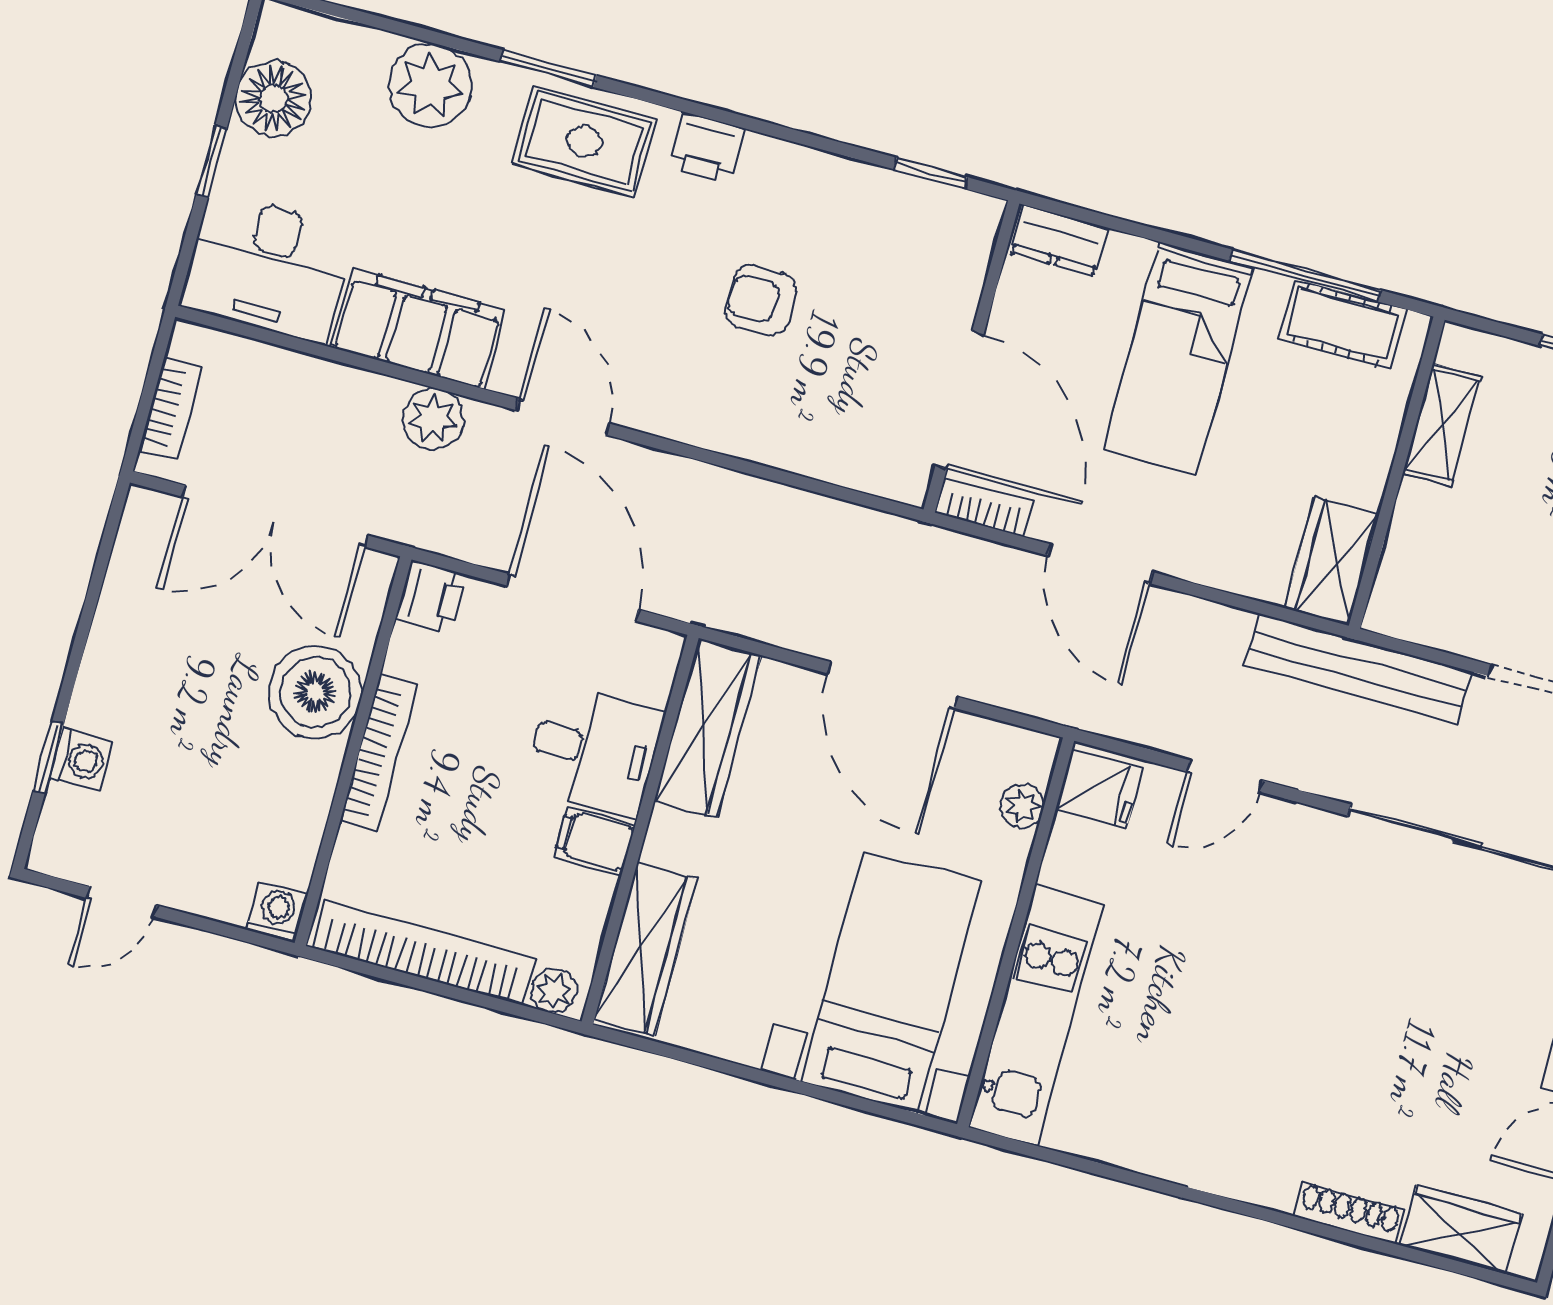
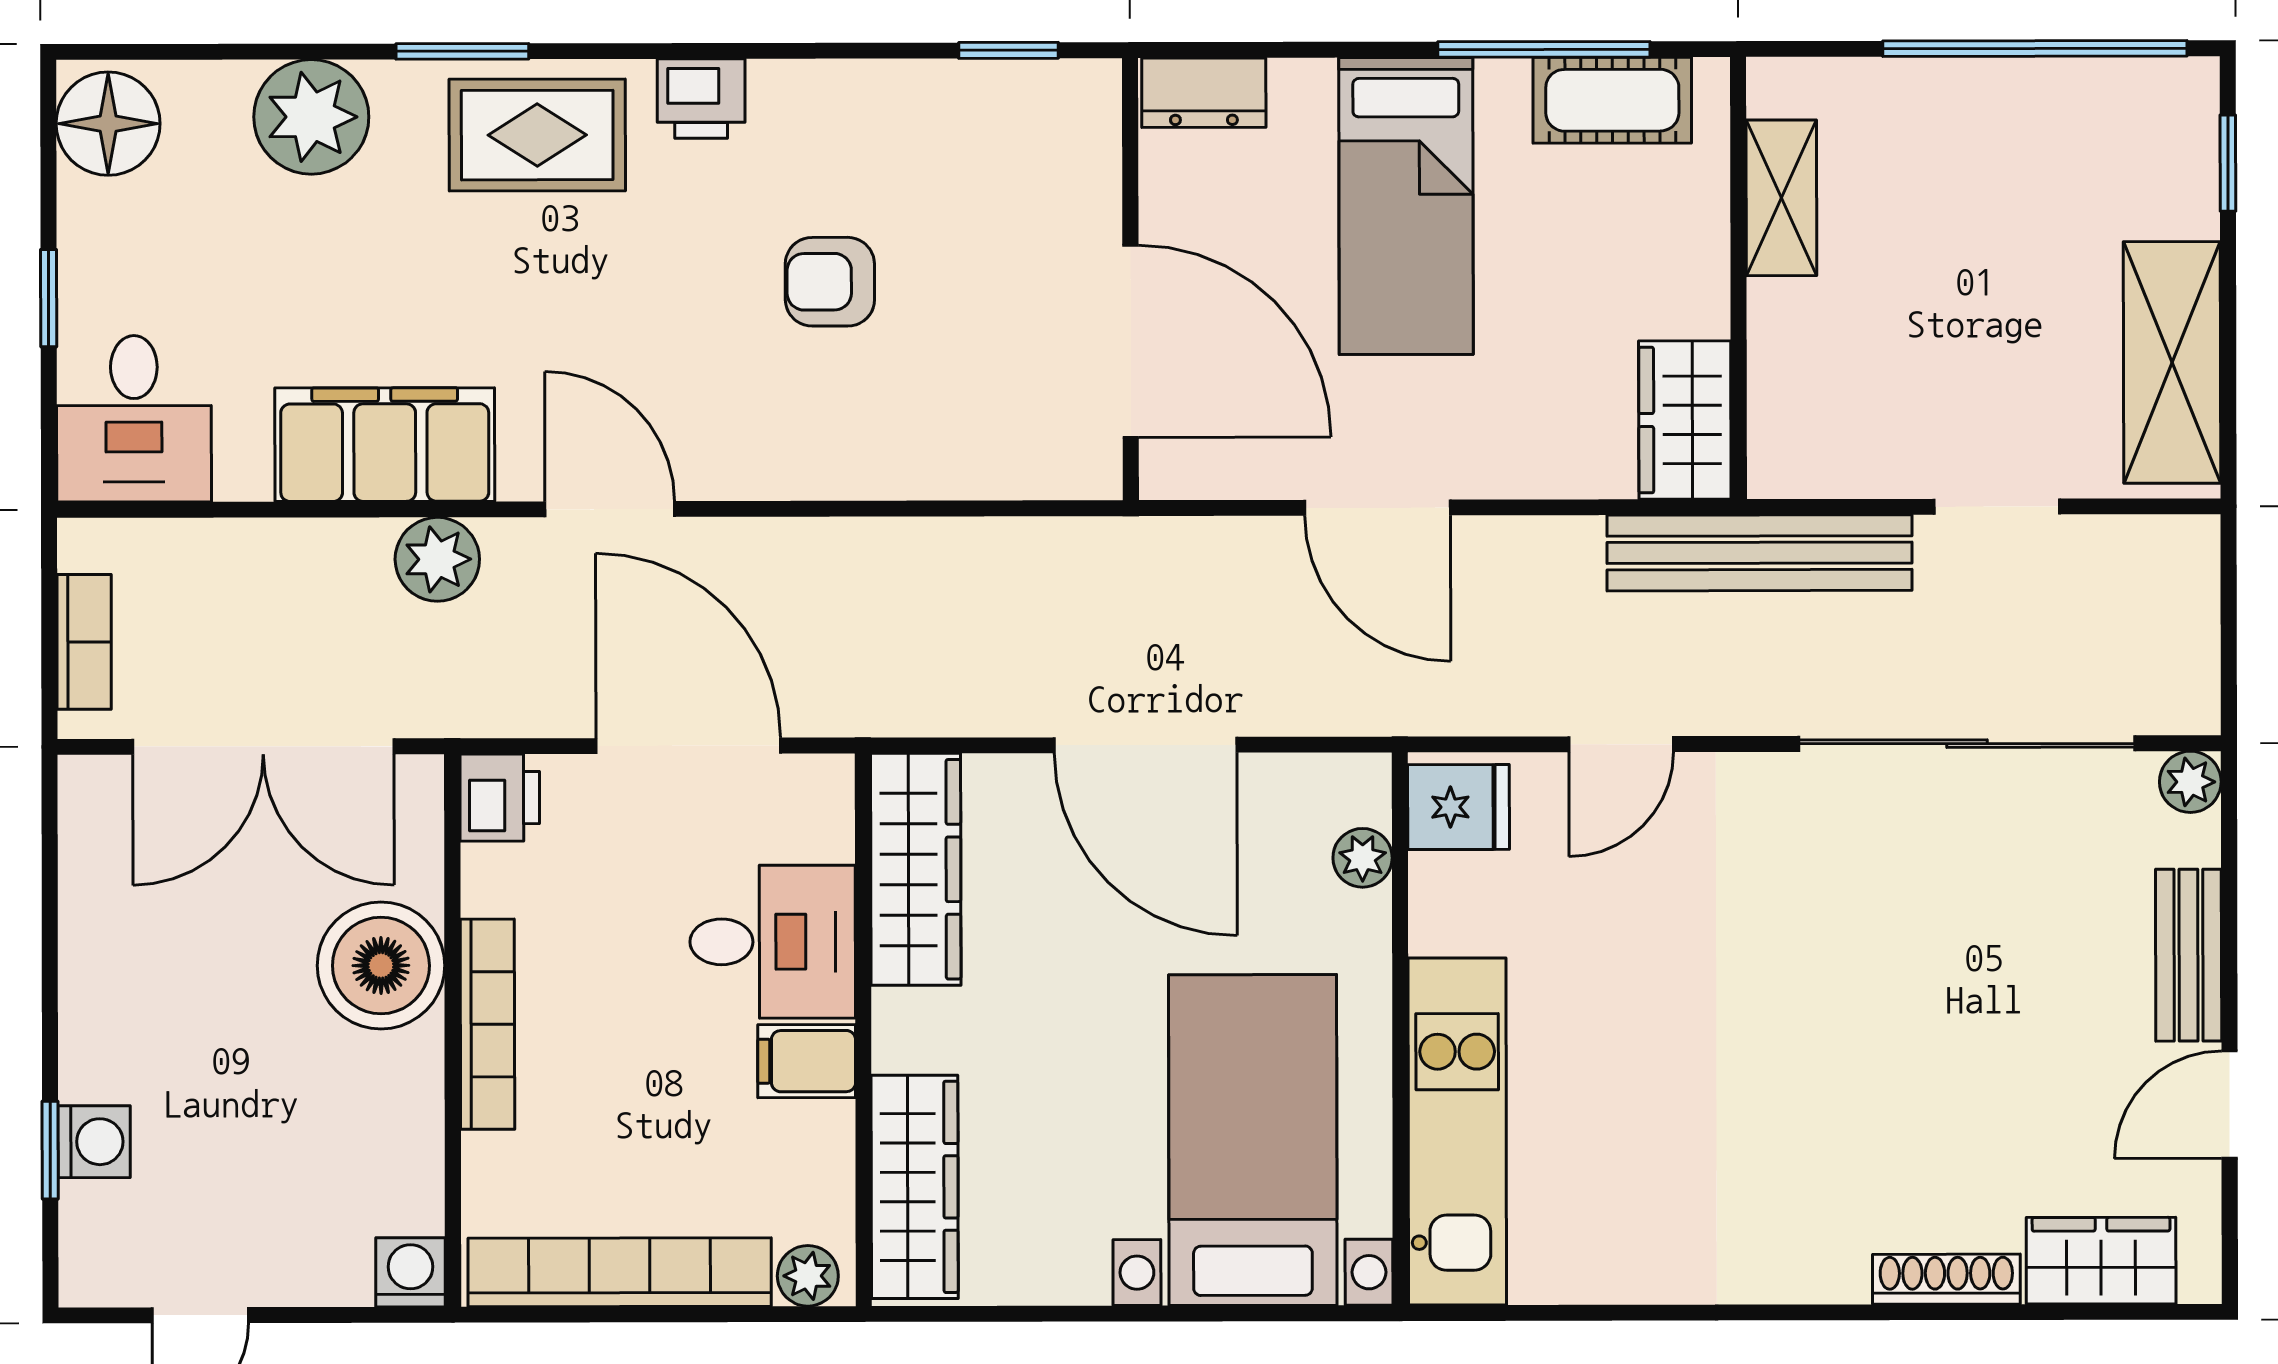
floor lamp: (274, 99) -> (108, 124), moved
desk: (268, 268) -> (134, 419), width x0.73
bookcase: (984, 507) -> (1203, 474), removed

